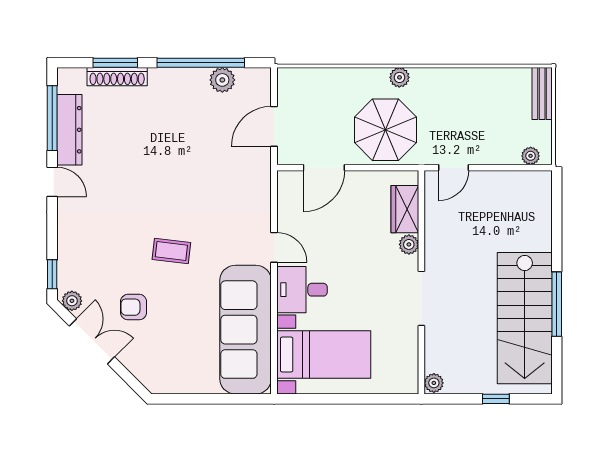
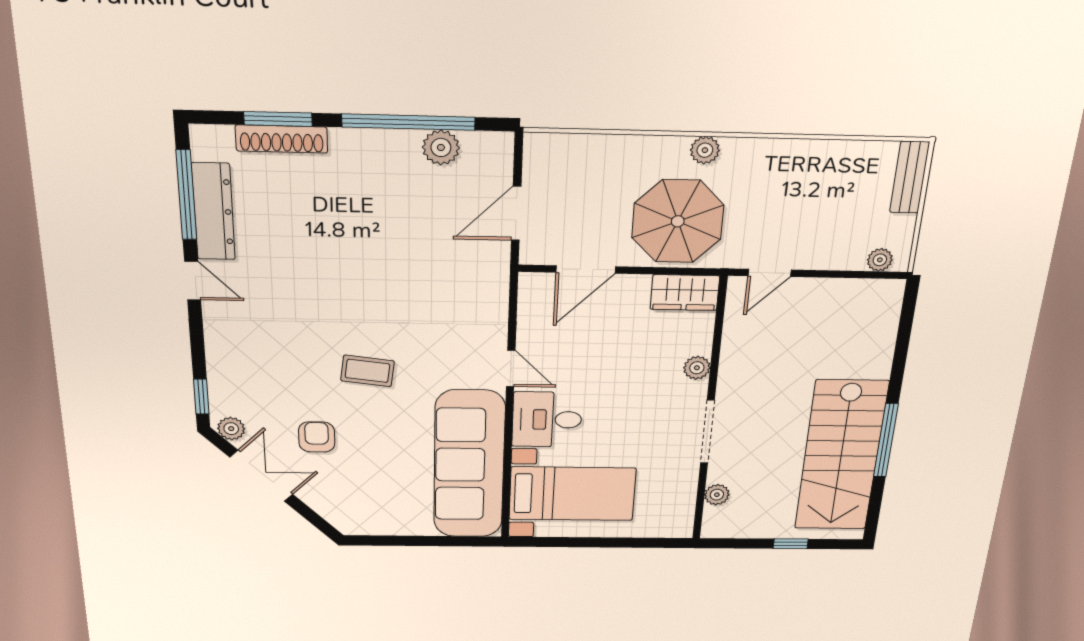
wardrobe: (405, 209) -> (685, 293), moved, turned -90
armchair: (134, 307) -> (317, 437), turned 90
plant: (434, 383) -> (717, 495), moved

